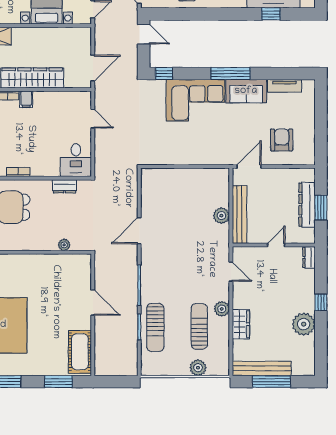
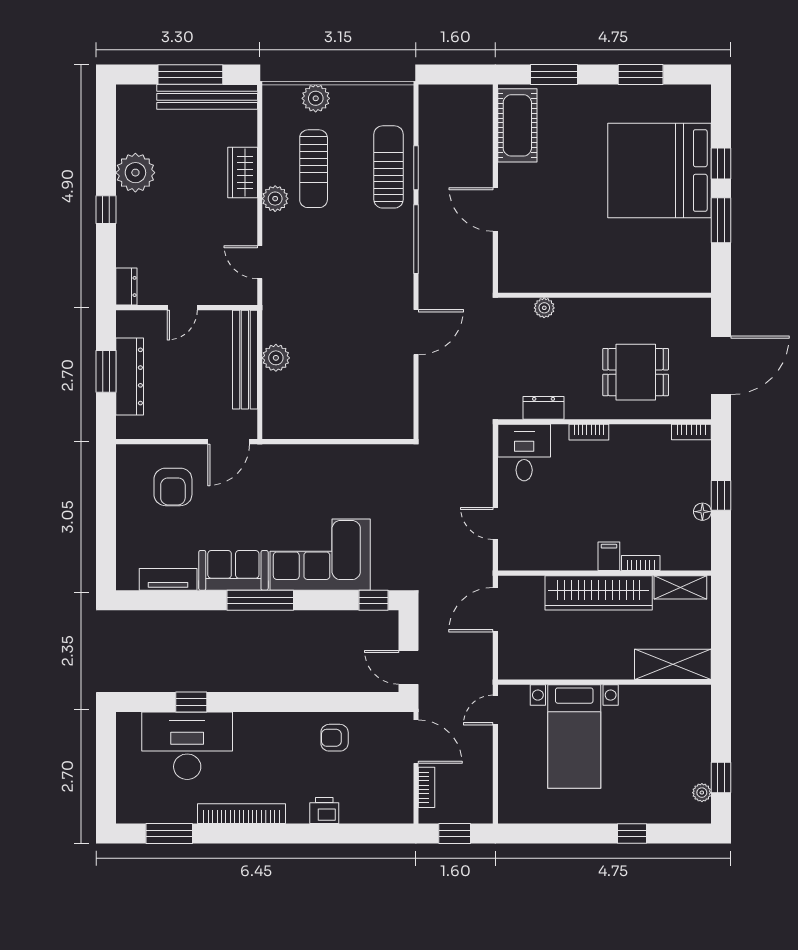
bookcase: (18, 172) -> (589, 432), moved

